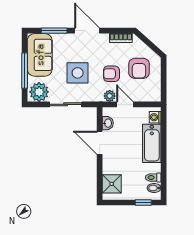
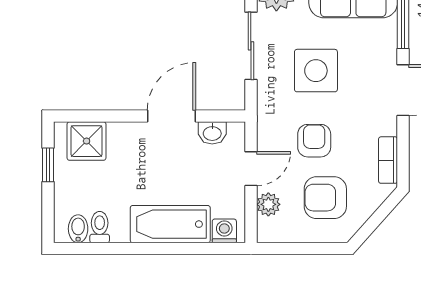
plant: (110, 96) -> (268, 204), moved
window: (143, 202) -> (48, 165), moved

